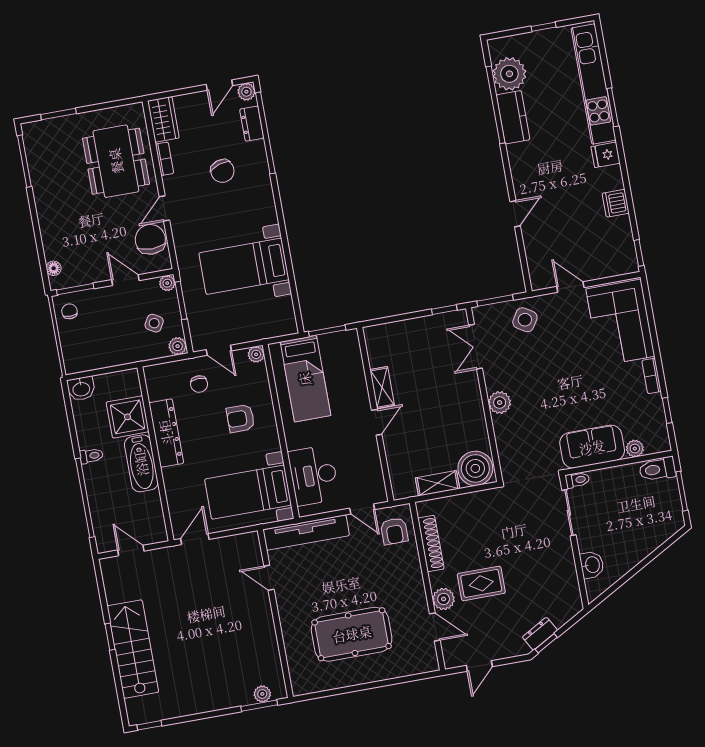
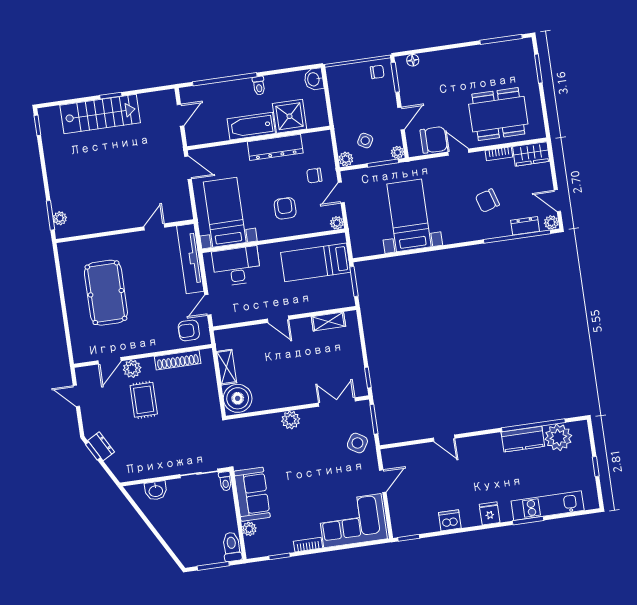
kitchen unit: (594, 84) -> (548, 506), width x0.73
shelving: (382, 388) -> (328, 321), moved

